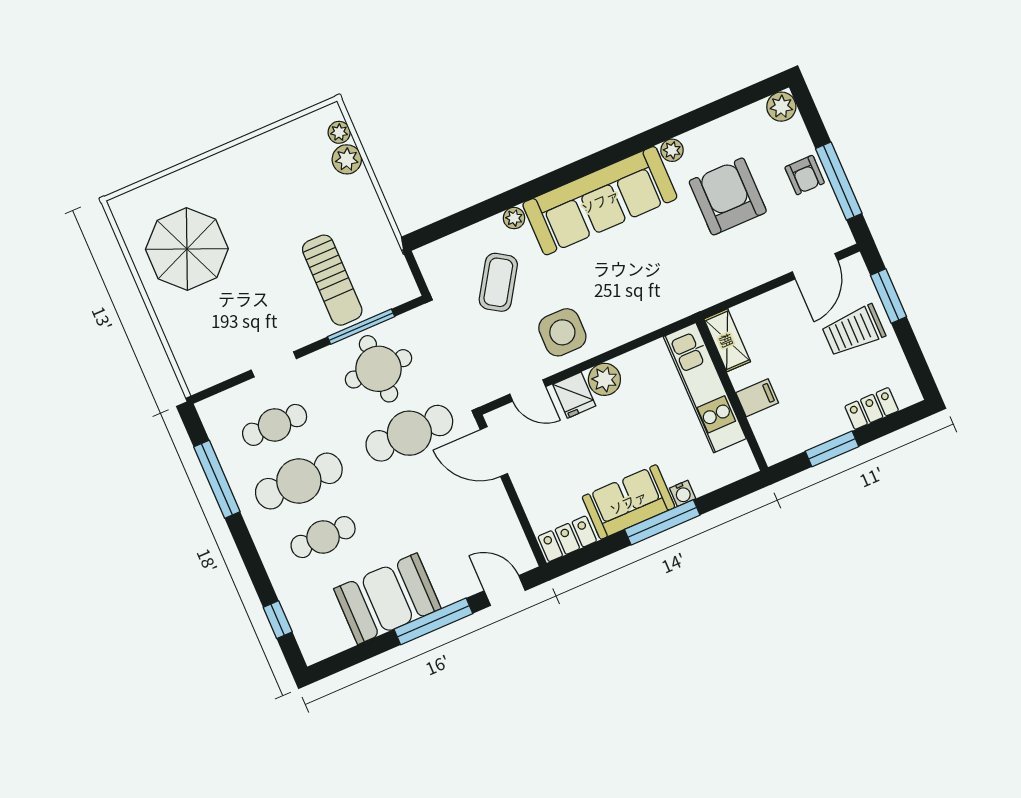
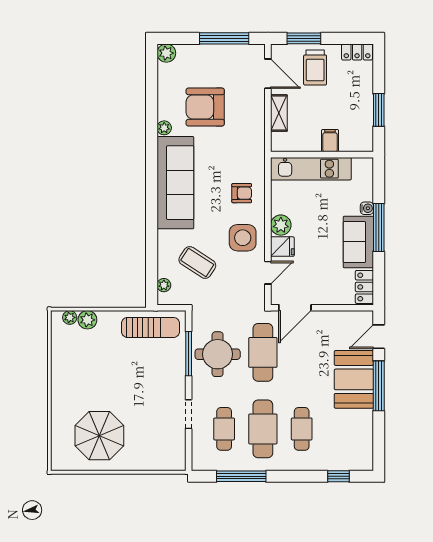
armchair: (805, 175) -> (242, 193), moved
plant: (514, 218) -> (164, 285), moved
sun lounger: (332, 280) -> (151, 327), moved
shelving: (727, 340) -> (279, 113), moved, turned 90
locker: (872, 408) -> (357, 52), moved, turned -90
booth: (387, 599) -> (354, 379), moved

